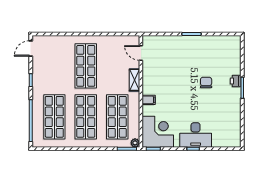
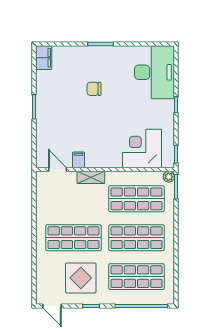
filing cabinet: (231, 42) -> (44, 58), added
door: (141, 53) -> (57, 169), swing flipped
display table: (53, 72) -> (81, 278), added
printer: (236, 81) -> (92, 52), removed
filing cabinet: (149, 100) -> (78, 160), moved
corner desk: (158, 132) -> (142, 149), moved
desk: (196, 135) -> (154, 72), moved, width x1.36, depth x1.30

